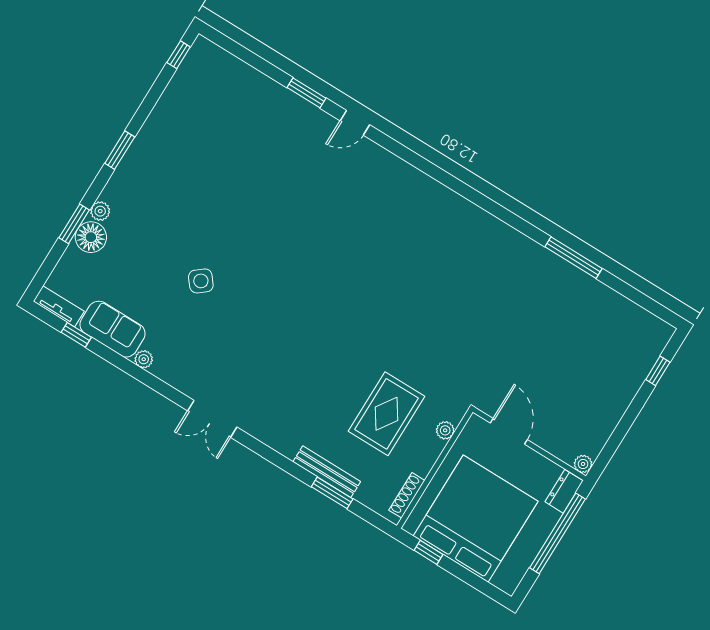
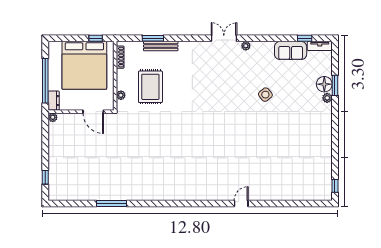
window: (307, 93) -> (270, 203), removed
window: (120, 150) -> (335, 129), removed
plant: (144, 359) -> (246, 46), moved

